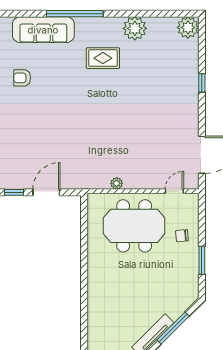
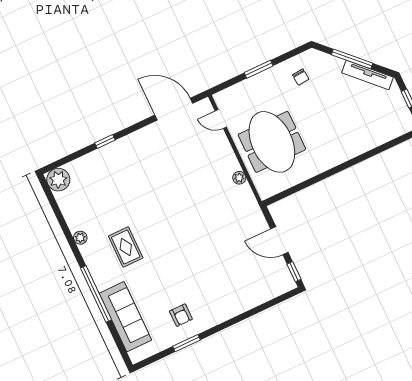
plant: (135, 28) -> (80, 238), width x0.53, depth x0.53
chair: (182, 236) -> (301, 77), moved
window: (202, 260) -> (259, 69), moved

